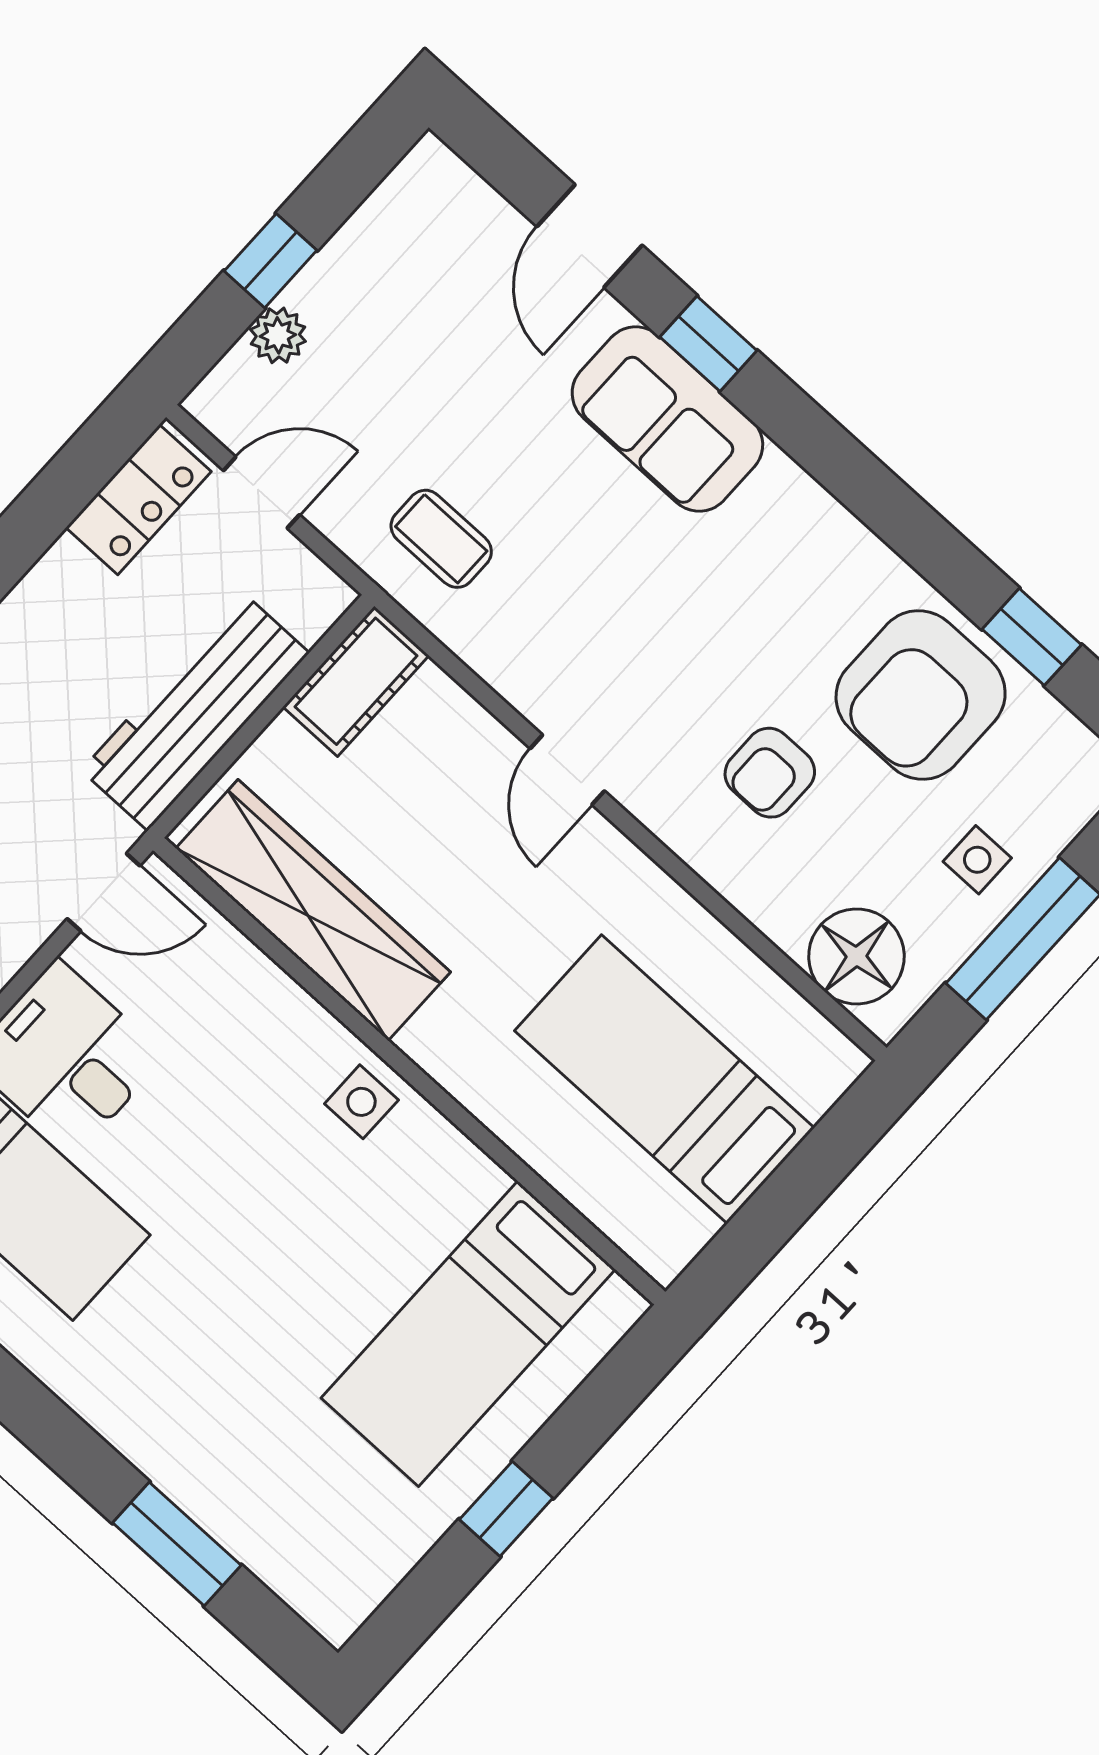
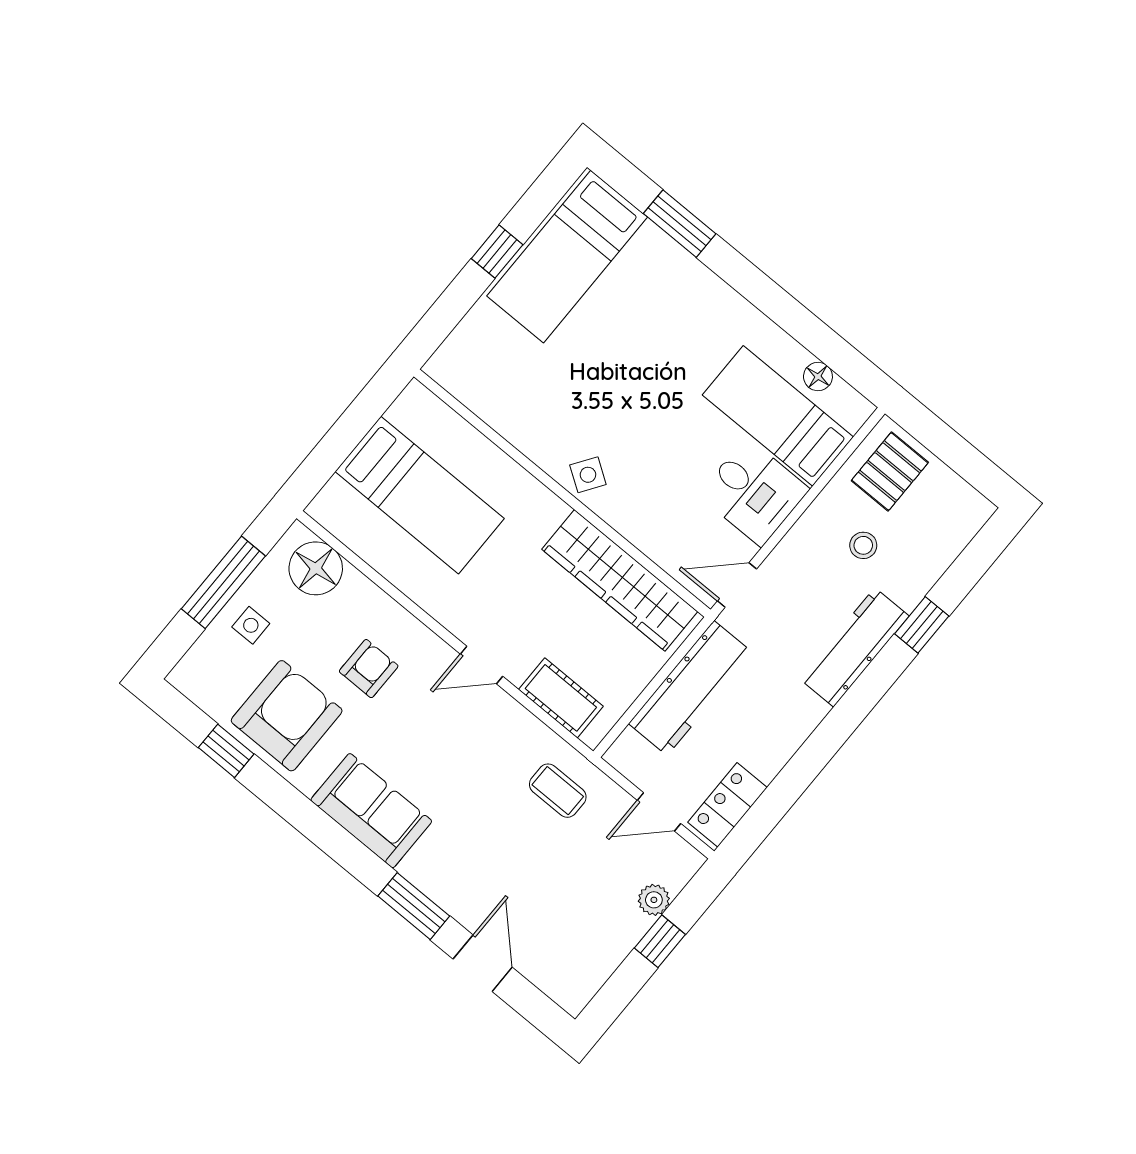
window: (708, 344) -> (414, 906), width x1.50
sofa: (667, 419) -> (371, 811), moved
cot: (356, 681) -> (561, 698), moved, turned 90
door: (567, 770) -> (482, 665), swing flipped
side table: (361, 1102) -> (588, 475), turned 34
bed: (468, 1334) -> (567, 257), moved, turned 180

